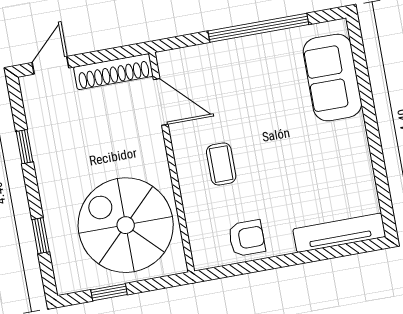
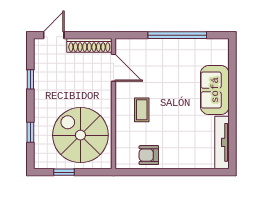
sofa: (332, 78) -> (215, 90), moved
tv unit: (339, 233) -> (222, 142), moved, turned -90
armchair: (247, 238) -> (149, 155), turned 180

